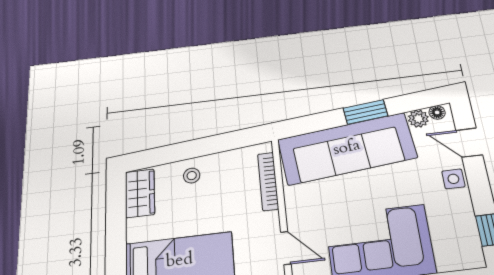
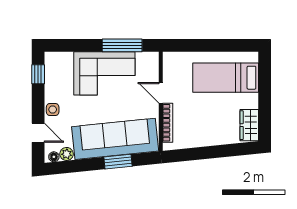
window: (365, 112) -> (118, 162), moved
stool: (192, 176) -> (216, 133), removed
door: (286, 248) -> (161, 93), moved

